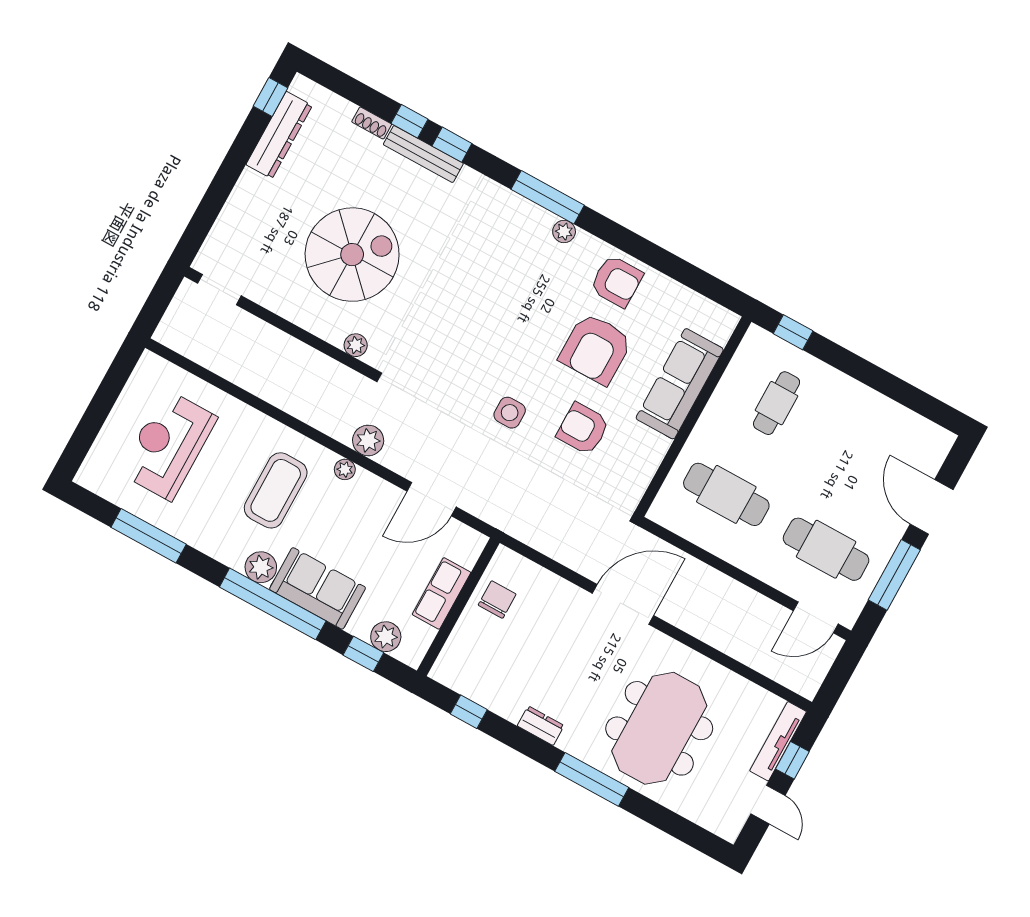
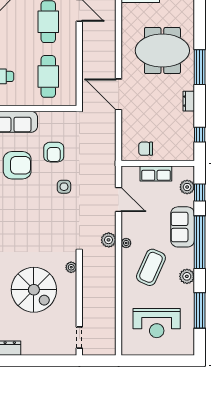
spiral stairs: (352, 255) -> (34, 290), turned 180
coffee table: (276, 490) -> (151, 267), turned -66
plant: (261, 567) -> (187, 276), moved

